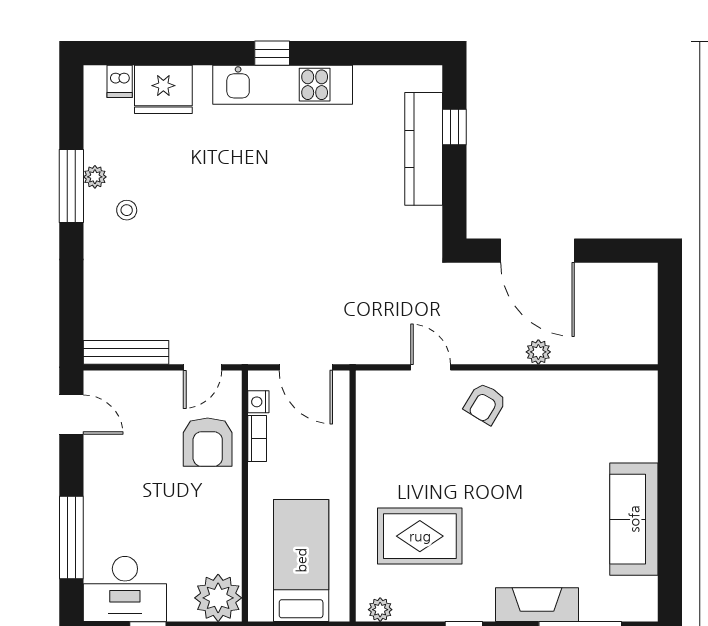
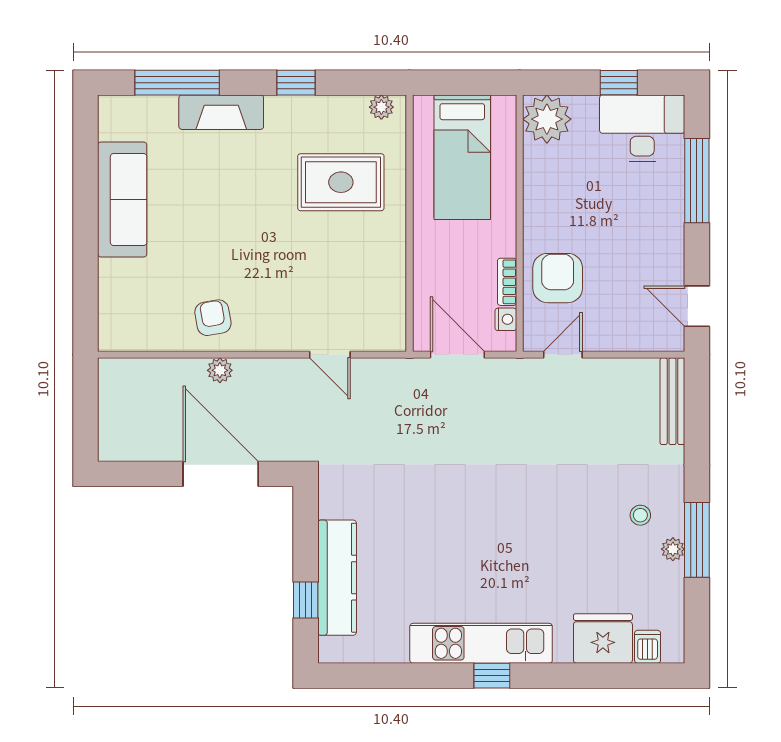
bench: (126, 352) -> (672, 401), moved, turned 90
armchair: (485, 404) -> (213, 318), moved, turned -41

